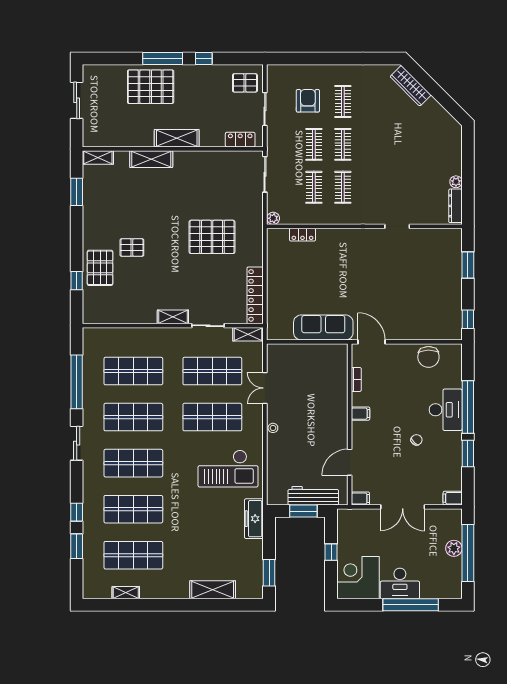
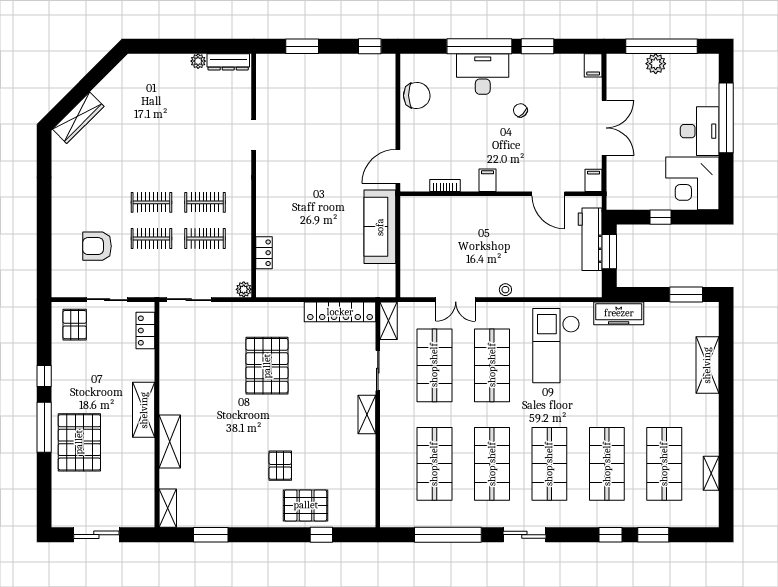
clothes rail: (343, 101) -> (98, 202), removed
checkout: (228, 469) -> (556, 346), turned 180

